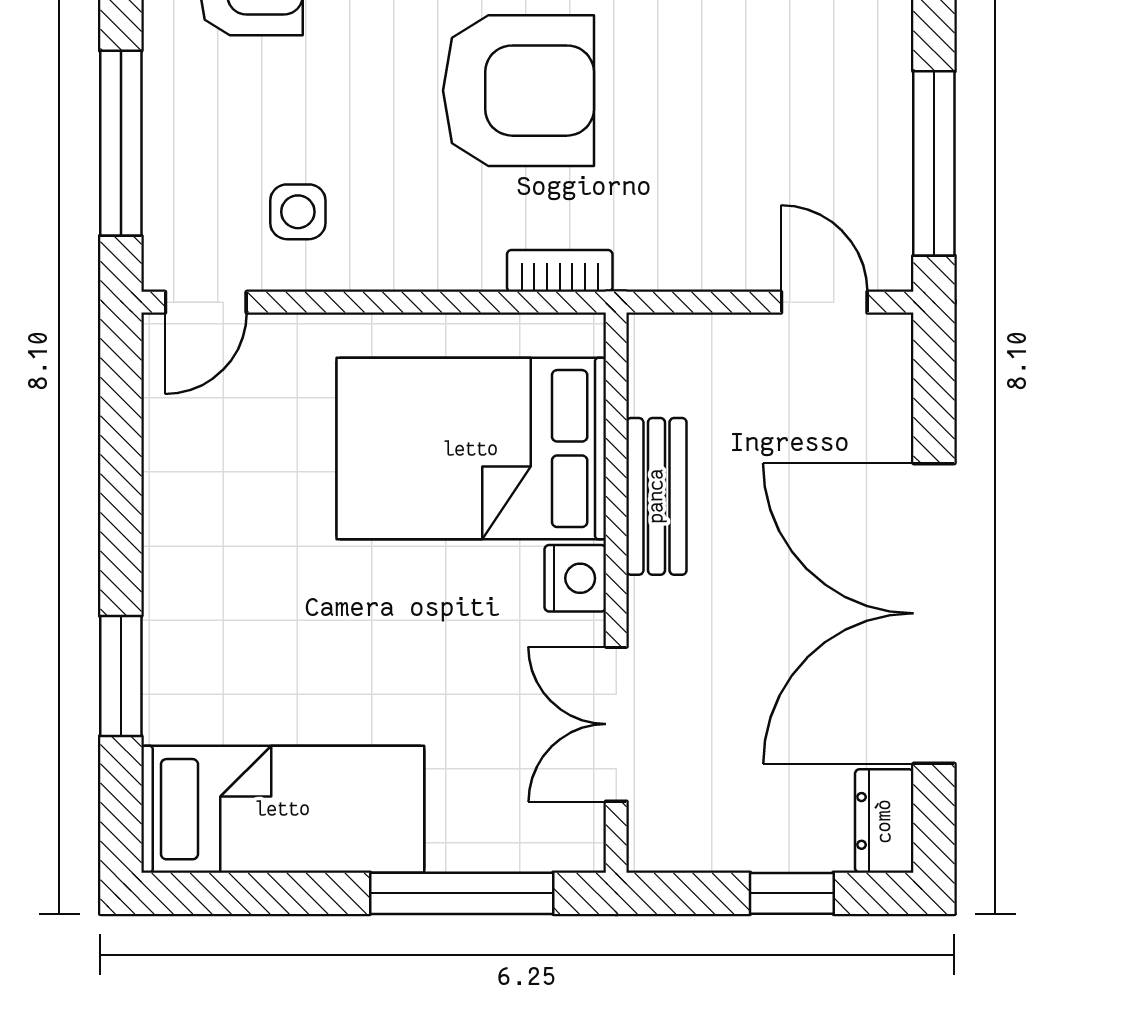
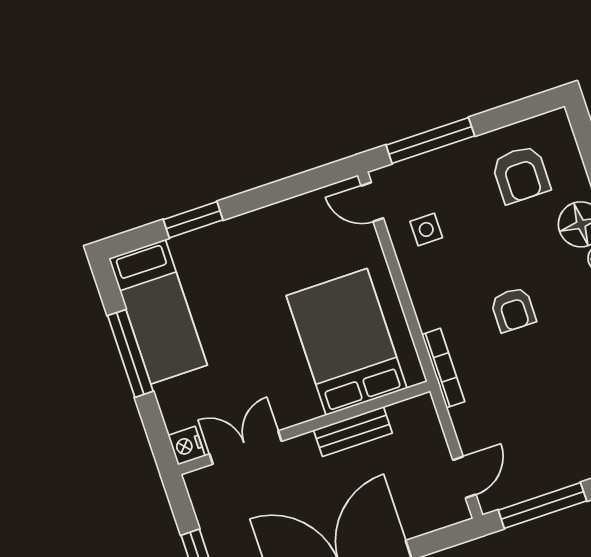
armchair: (518, 91) -> (513, 310), width x0.53, depth x0.53
bookcase: (560, 271) -> (443, 368), width x1.56
nightstand: (575, 578) -> (187, 446), moved, turned 90
window: (462, 893) -> (130, 353), moved

